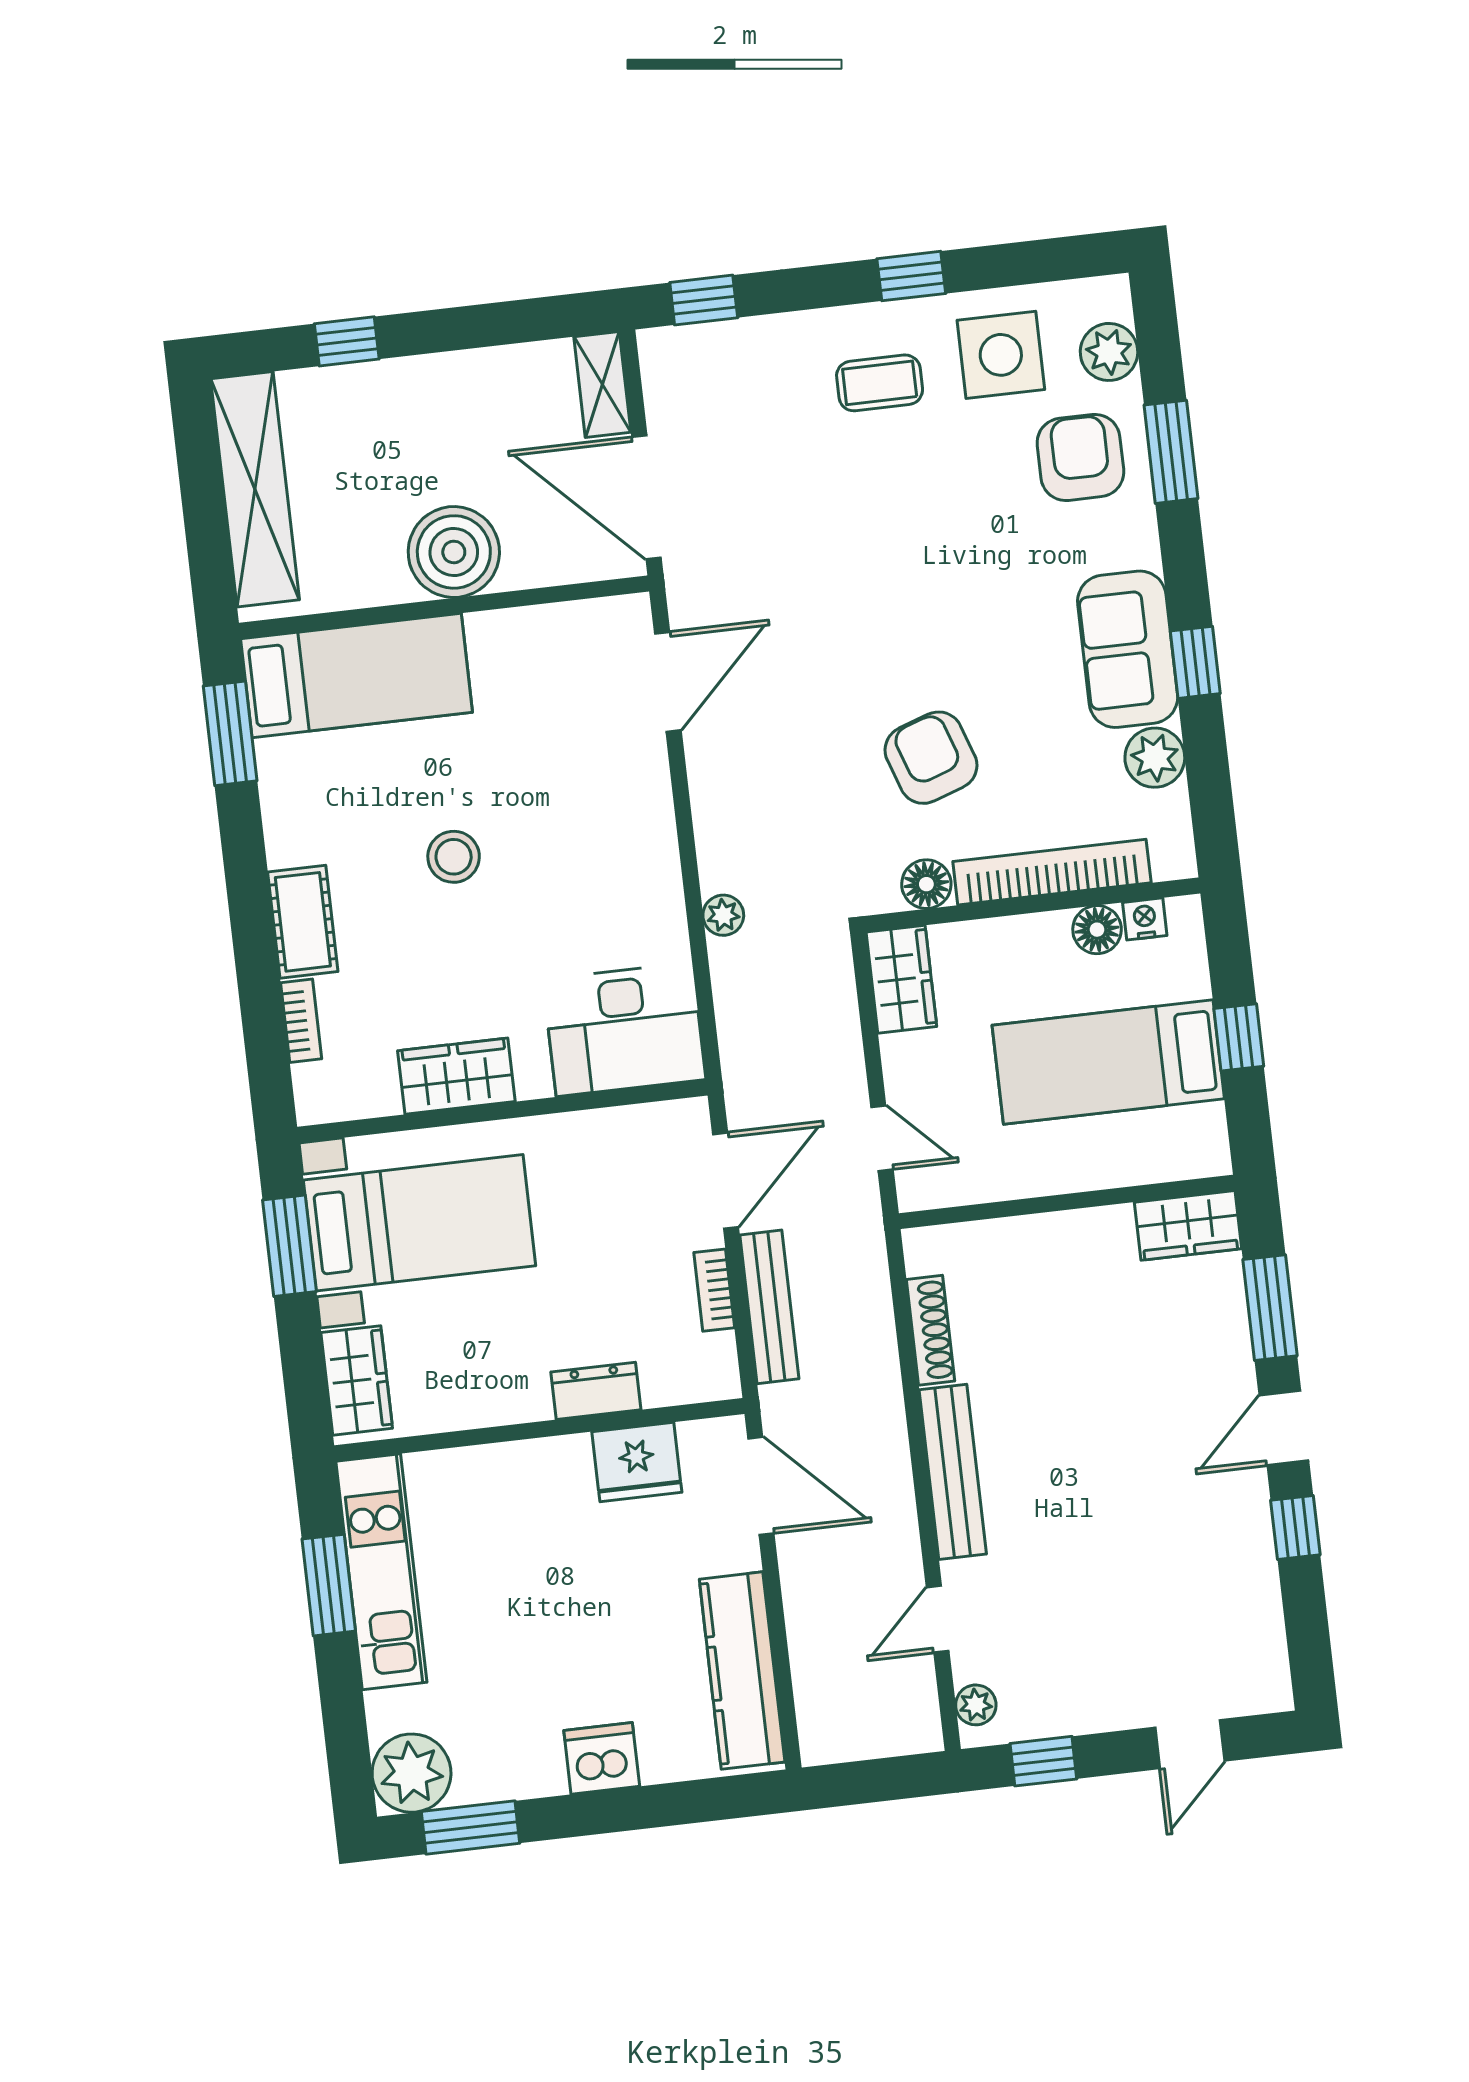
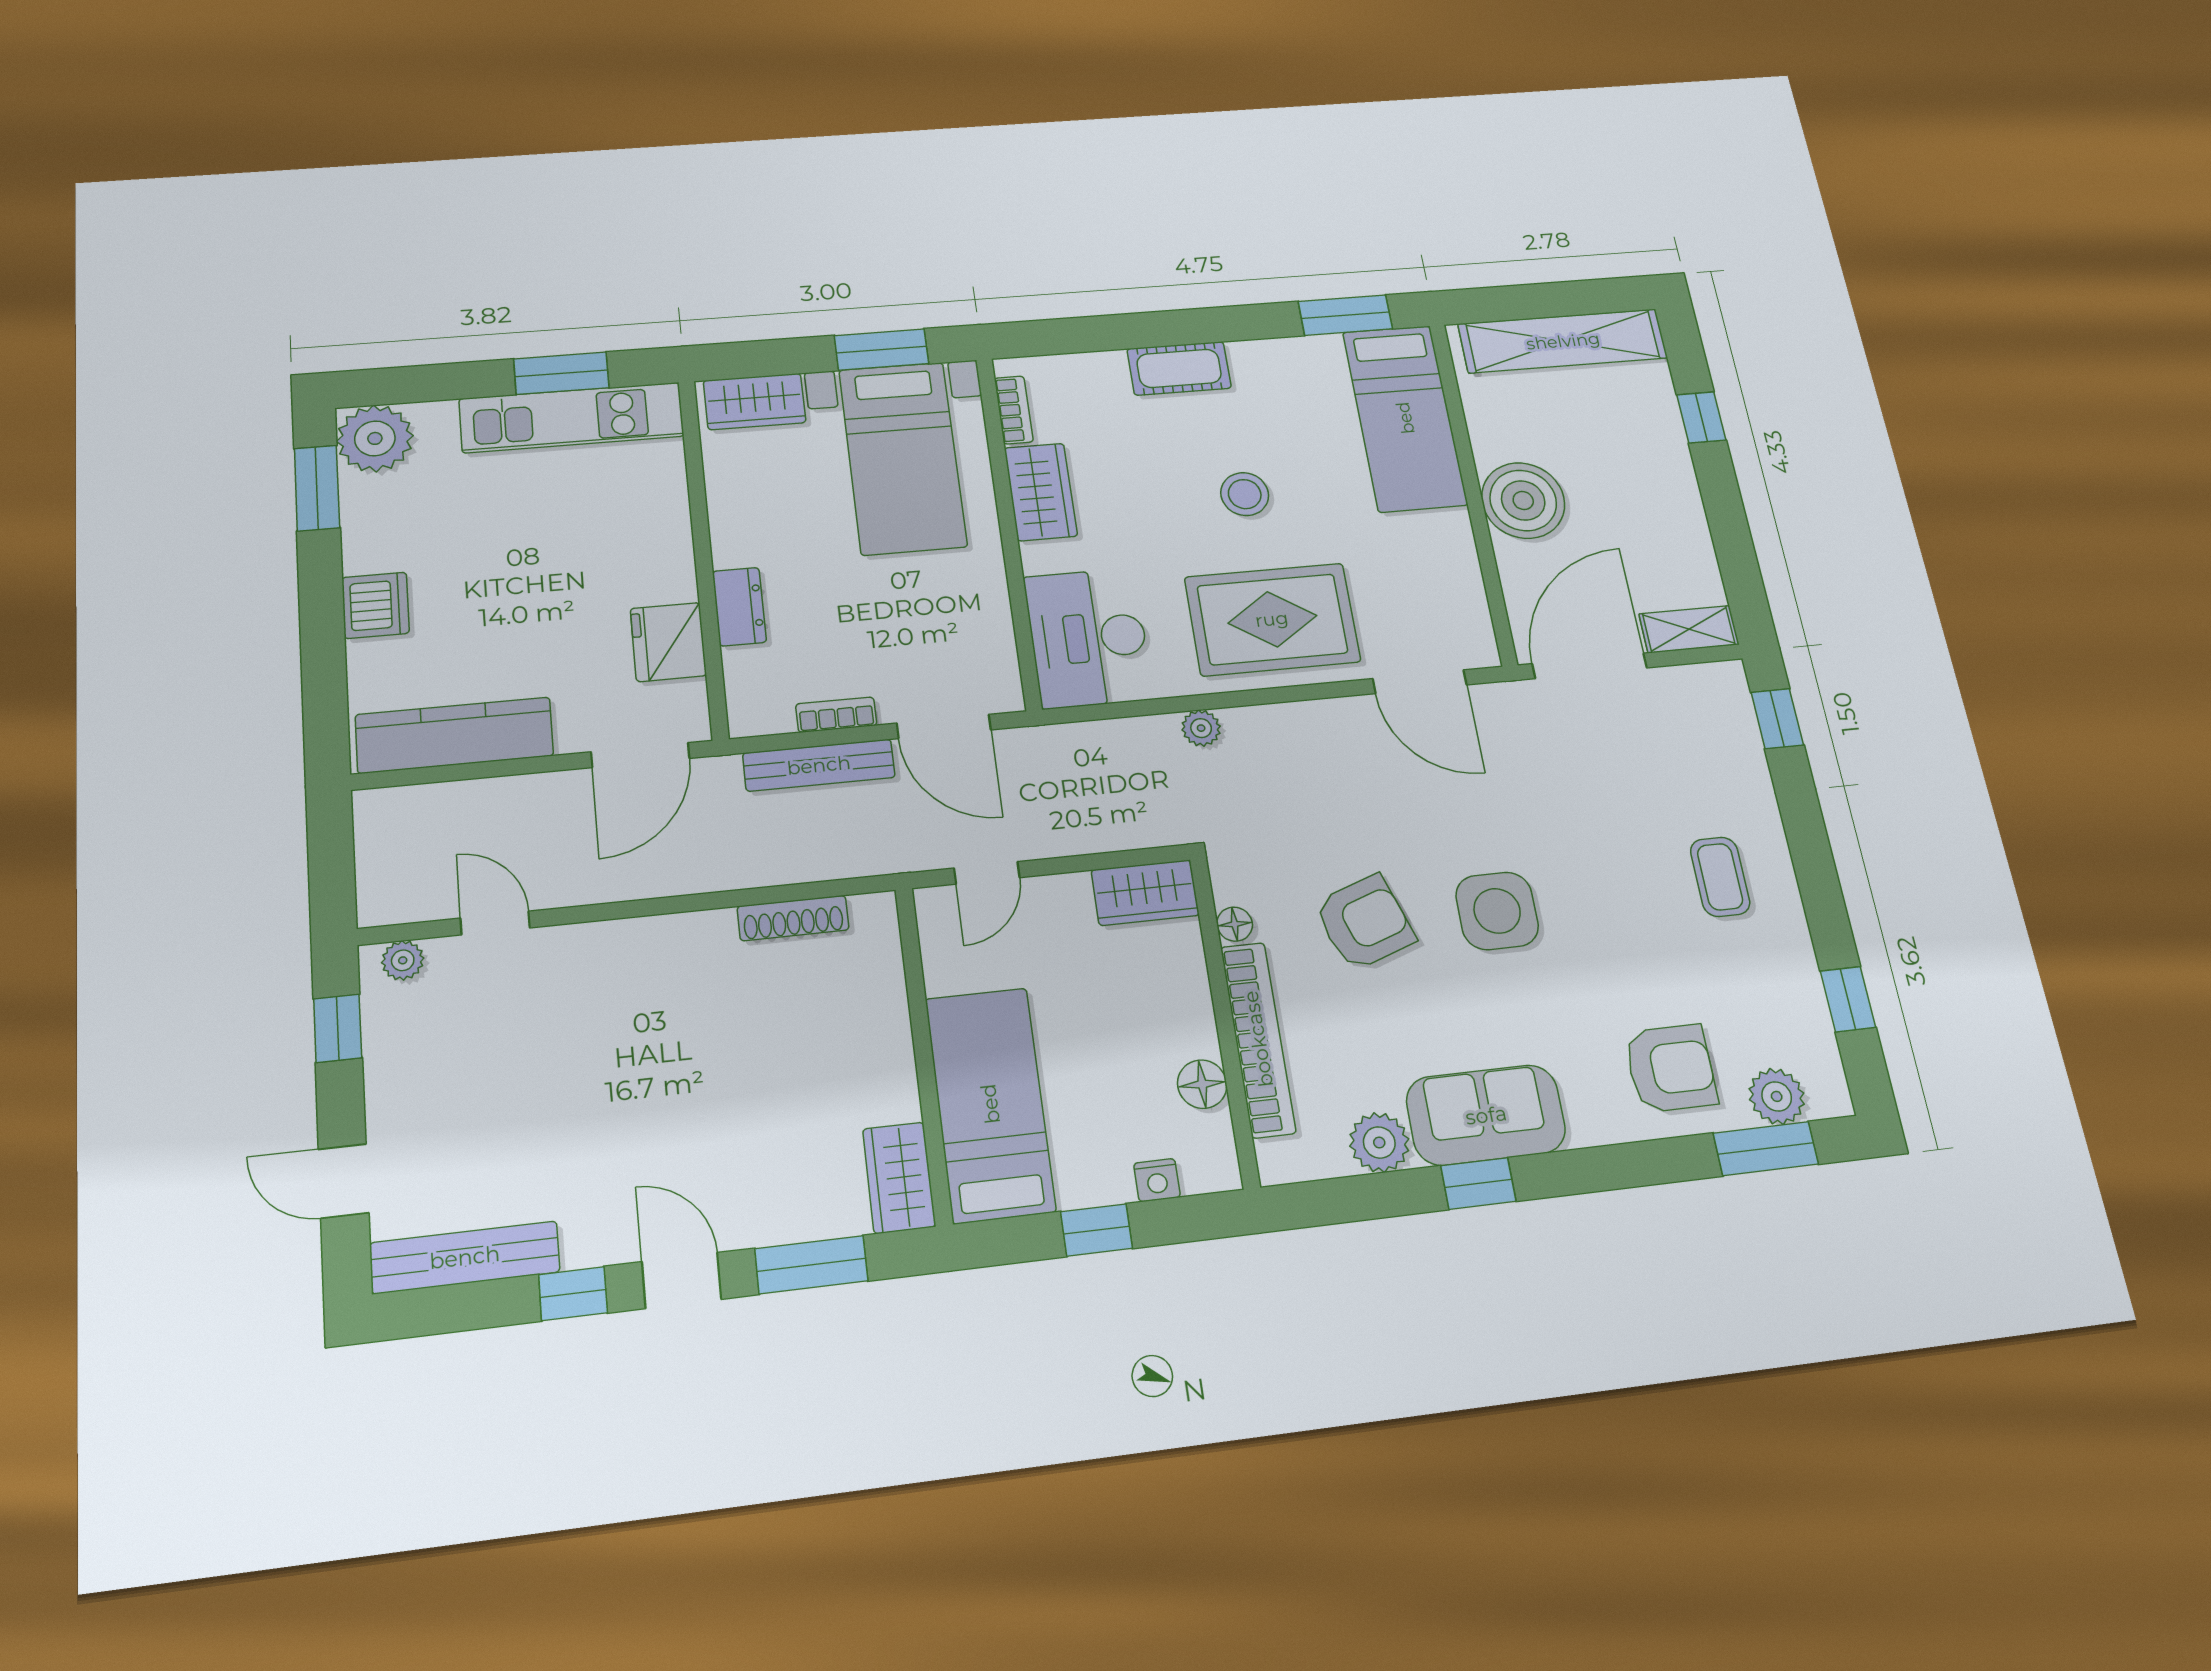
window: (911, 276) -> (1848, 999), moved
side table: (1001, 355) -> (1497, 911), moved
window: (1171, 452) -> (1766, 1149), moved
rug: (600, 834) -> (1272, 619), added
floor lamp: (926, 884) -> (1235, 924), width x0.73, depth x0.73
nightstand: (1145, 919) -> (1157, 1180), moved, turned 90
bookcase: (301, 1021) -> (1014, 410), moved, turned -90
bed: (1108, 1062) -> (990, 1104), moved
bench: (953, 1472) -> (465, 1257), moved

